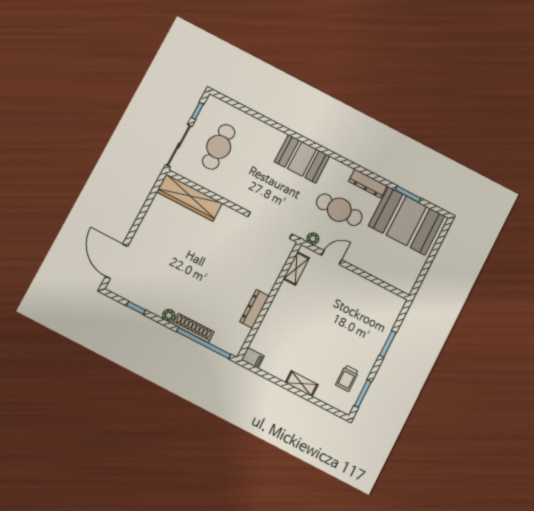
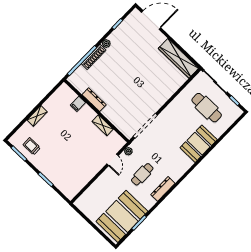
booth: (302, 159) -> (199, 144), moved
dresser: (368, 184) -> (163, 189), moved
wardrobe: (189, 198) -> (178, 58), moved, turned -90
cafe table: (339, 210) -> (142, 174), width x0.73, depth x0.74
shelving: (296, 268) -> (103, 125), moved
filing cabinet: (253, 358) -> (78, 104), moved

